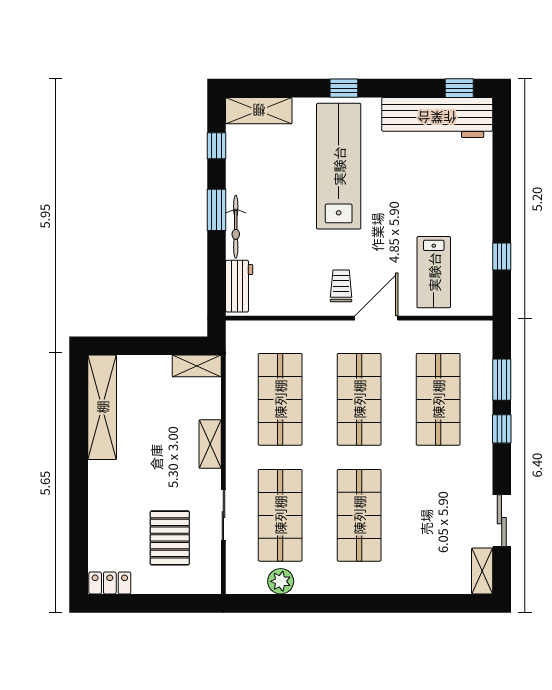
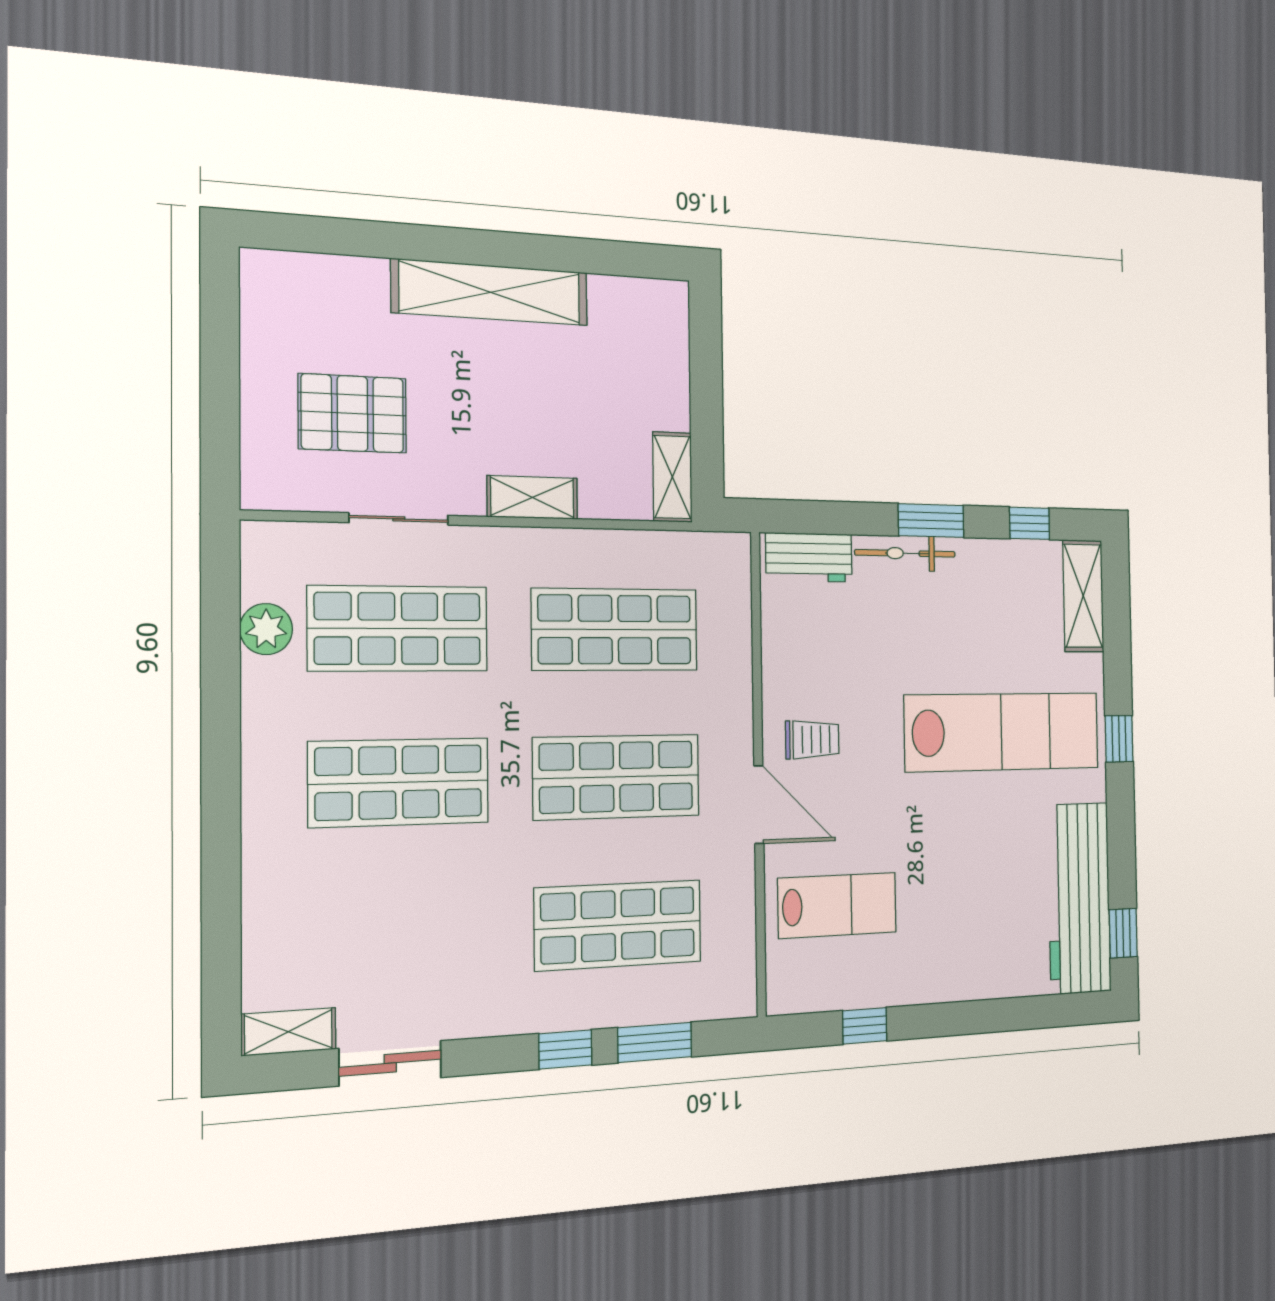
lab bench: (434, 272) -> (837, 905), turned 180
shelving: (102, 407) -> (490, 292), moved
locker: (110, 583) -> (261, 291), removed

